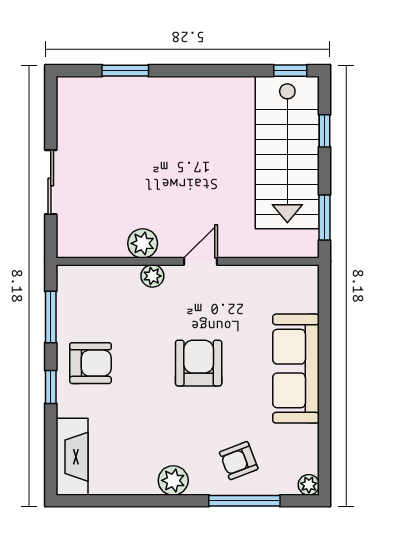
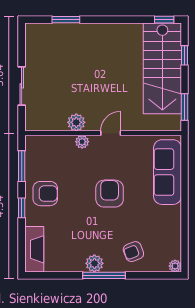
sofa: (296, 369) -> (168, 172), moved
window: (244, 501) -> (104, 275), moved

